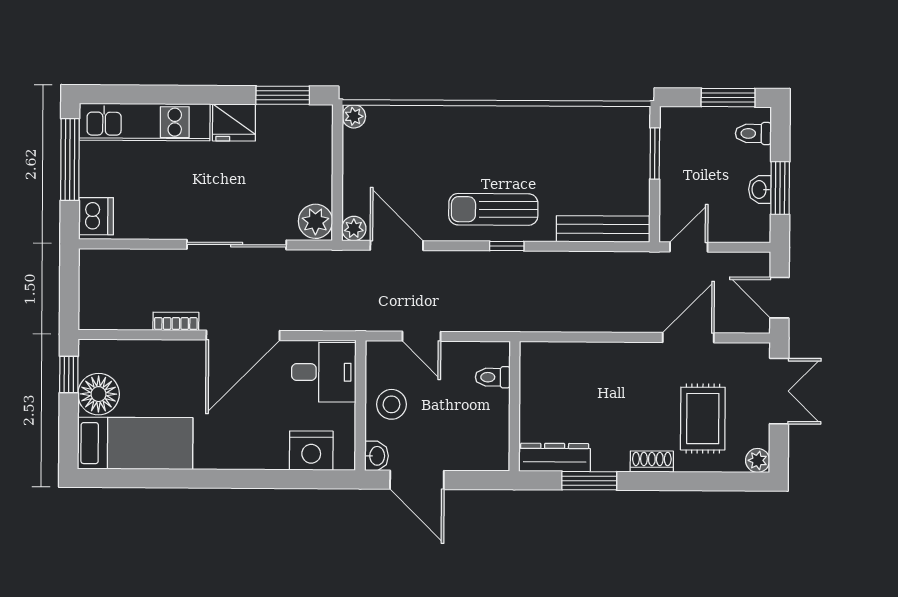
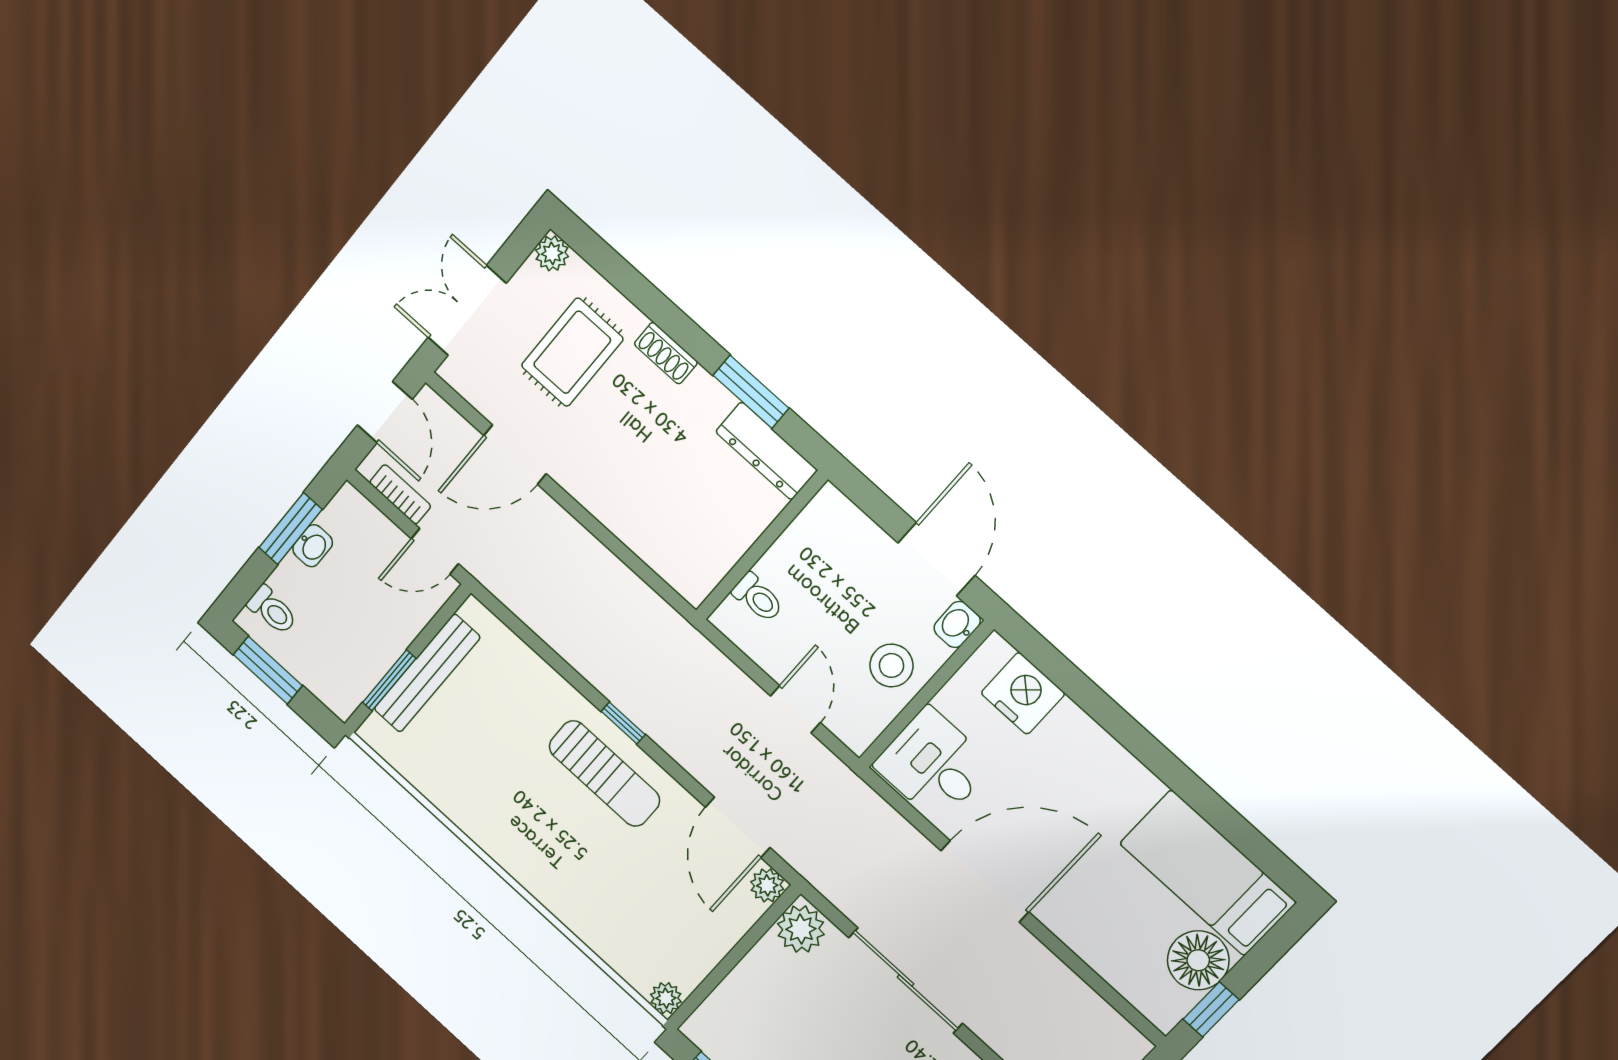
bench: (603, 229) -> (427, 673), moved, turned 90
bookcase: (176, 321) -> (400, 494), moved, turned 180

